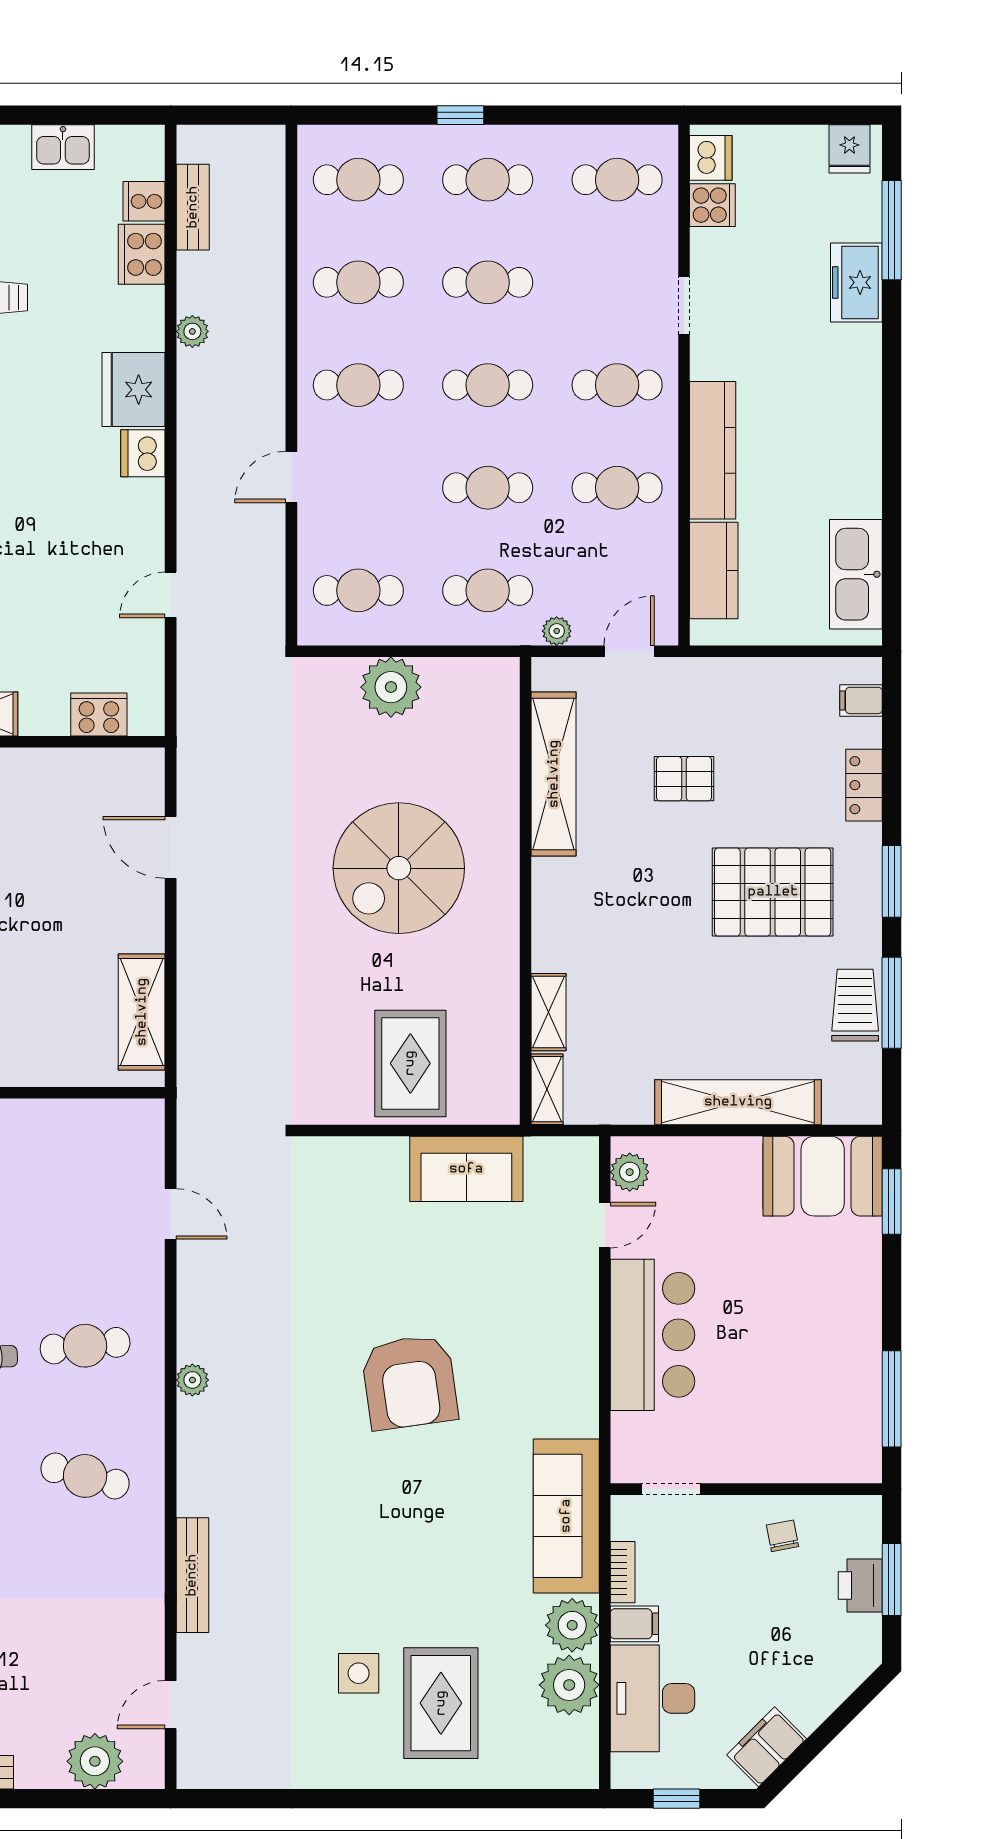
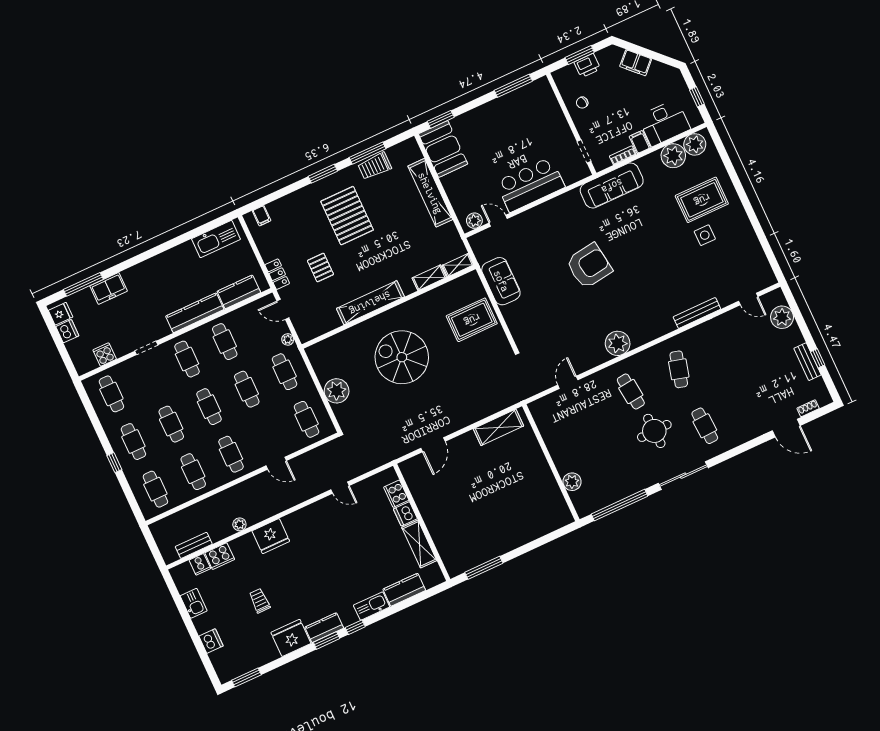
dishwasher: (711, 158) -> (67, 331), moved, turned 90
dishwasher: (143, 453) -> (405, 514), moved, turned 90
shelving: (554, 774) -> (370, 303), moved
locker: (864, 785) -> (277, 274), moved, turned -90
spiral stairs: (399, 868) -> (402, 357), turned 180
plant: (192, 1380) -> (618, 343), width x1.88, depth x1.88
plant: (572, 1625) -> (695, 144), moved
filing cabinet: (767, 1747) -> (636, 63), moved

